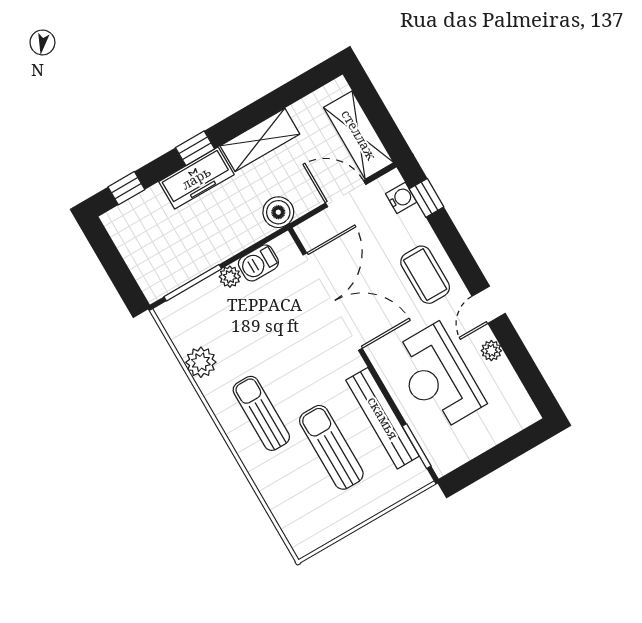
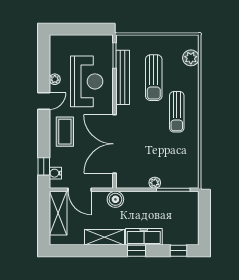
barbecue: (258, 263) -> (138, 181), removed
plant: (201, 362) -> (191, 58), moved

